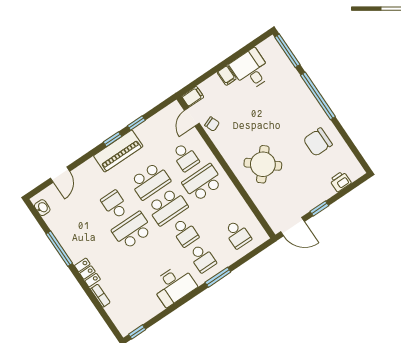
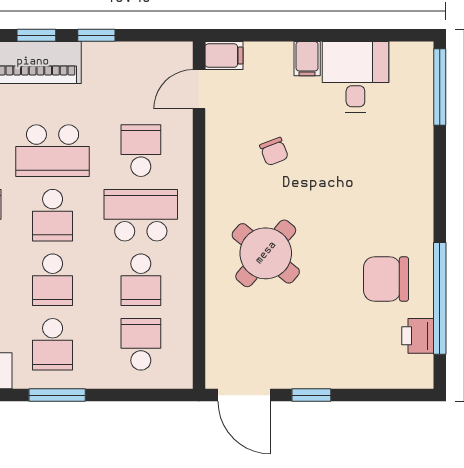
window: (318, 96) -> (440, 298), moved
chair: (212, 124) -> (274, 152), moved
school desk: (185, 157) -> (141, 151), turned 180
printer: (340, 181) -> (418, 336), moved, turned -90
school desk: (167, 207) -> (53, 215), width x0.54
school desk: (220, 209) -> (141, 280), added
school desk: (238, 234) -> (141, 344), turned 180

